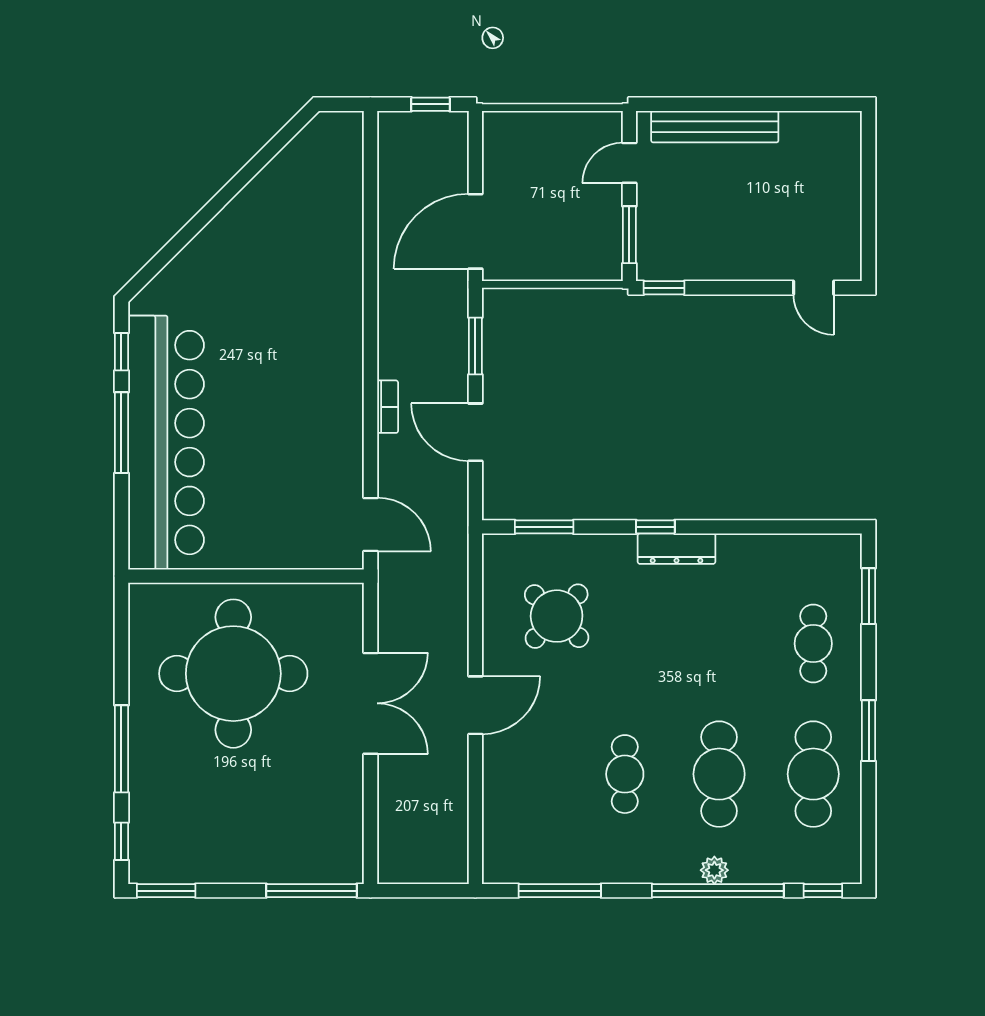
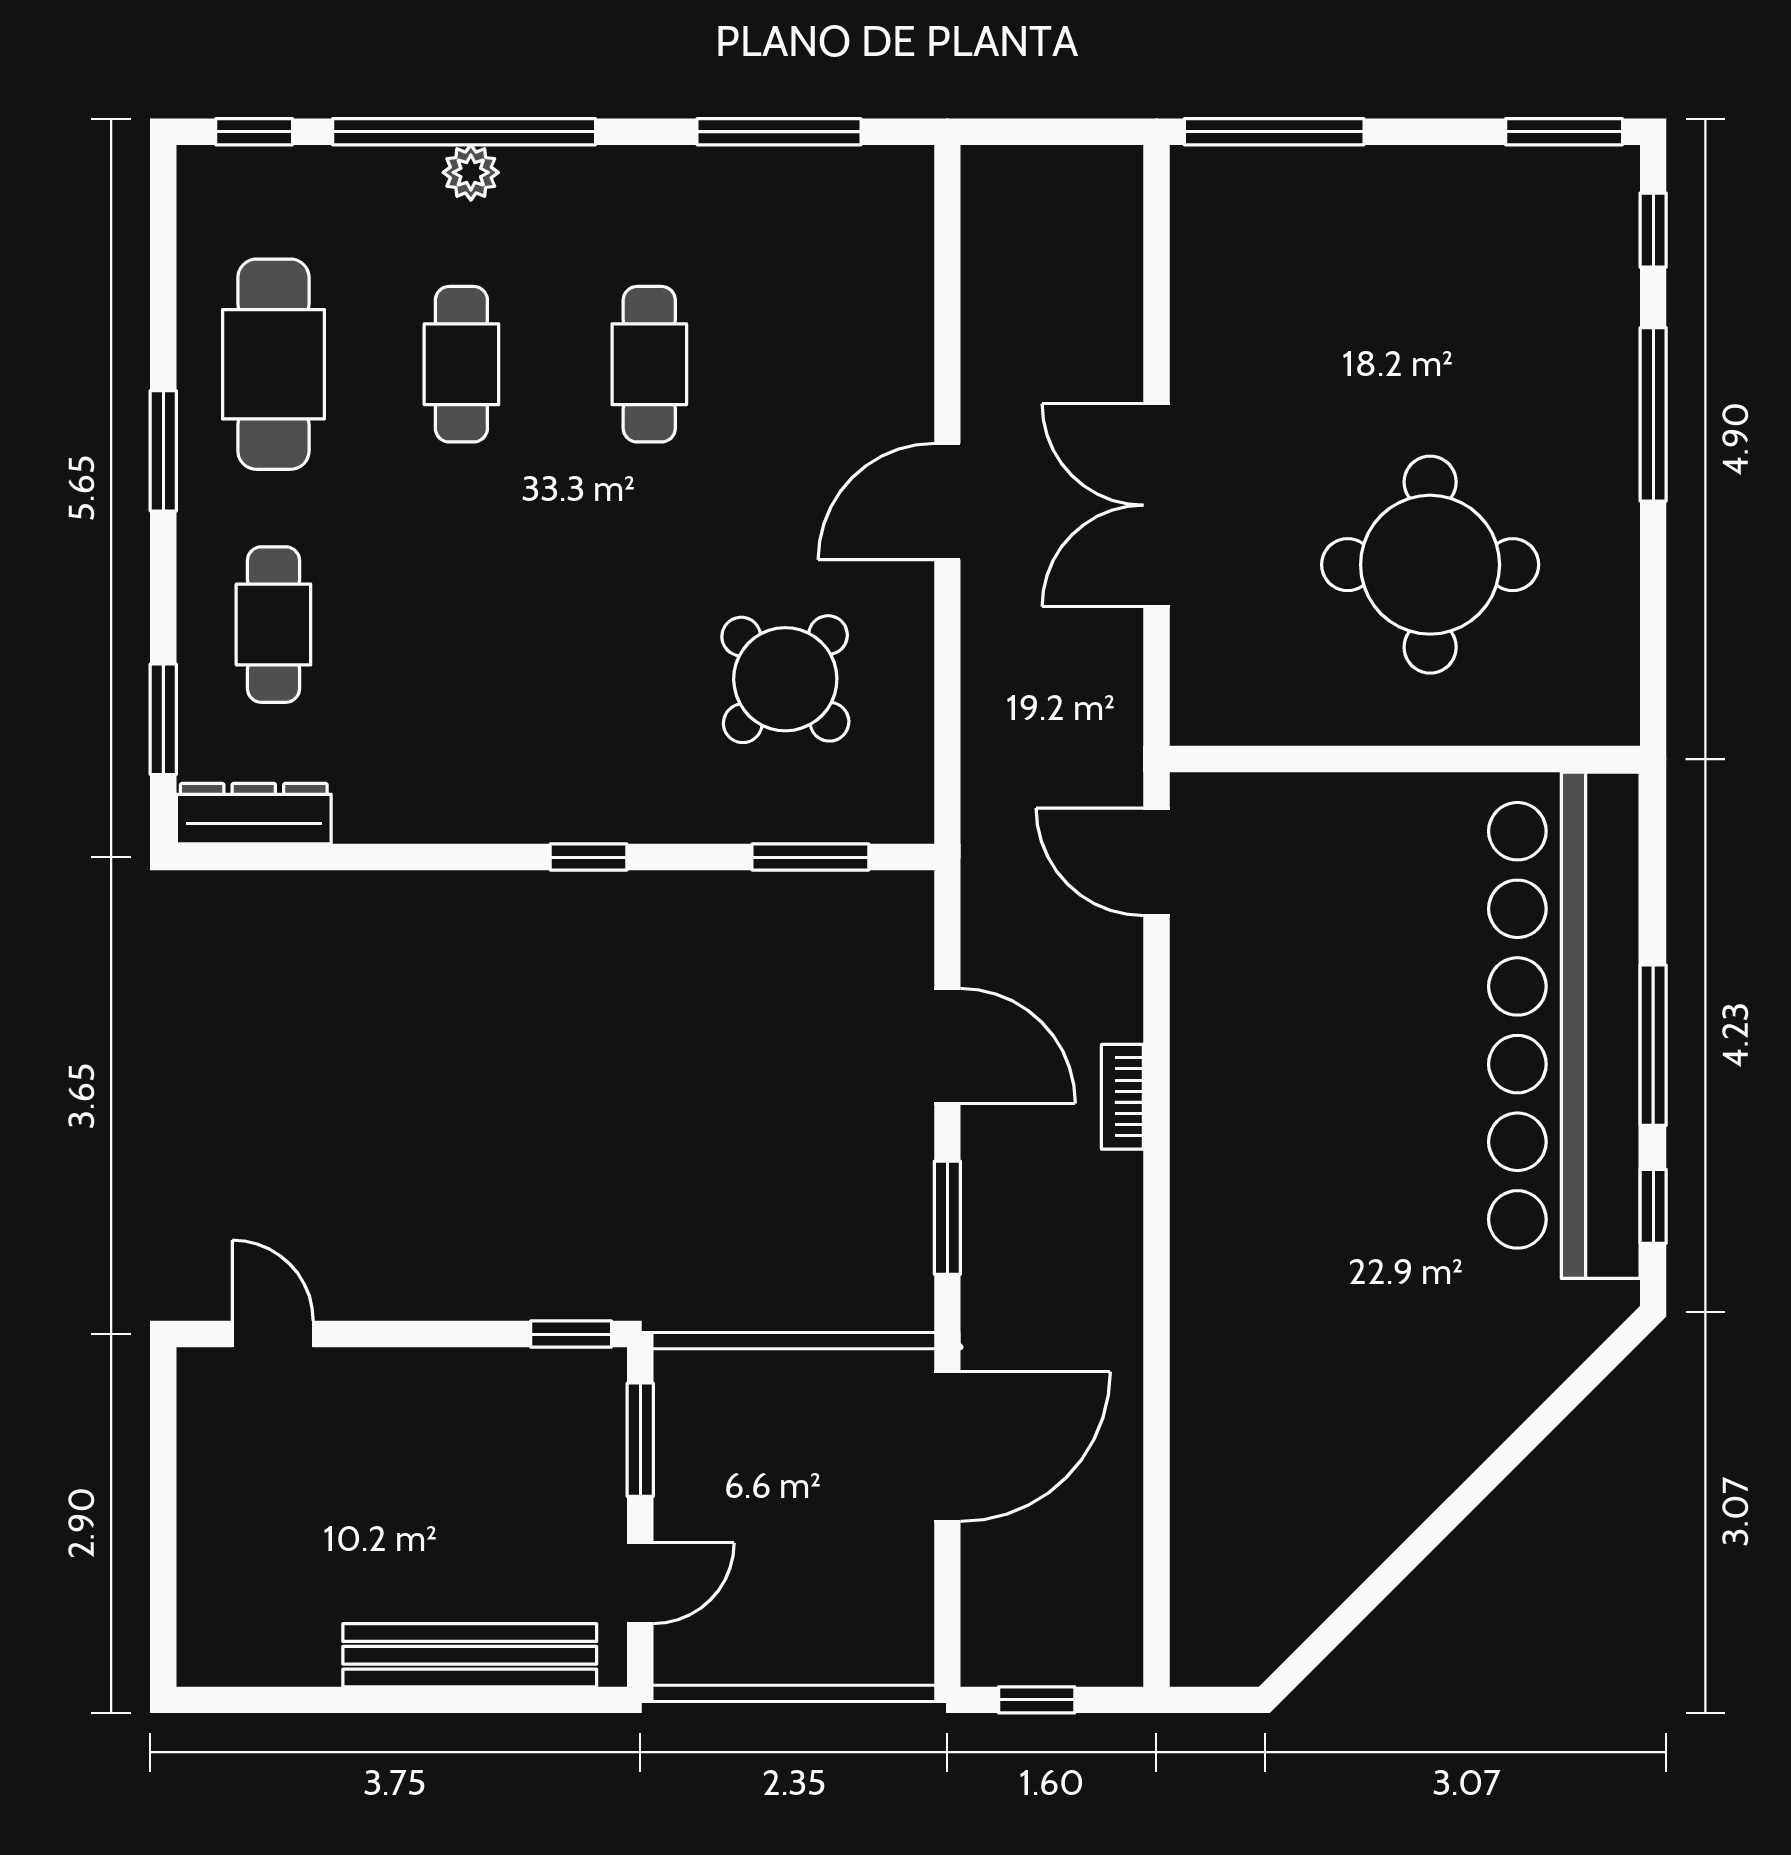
dresser: (677, 549) -> (254, 814), moved
round table: (233, 674) -> (1430, 565), width x0.73, depth x0.73
cafe table: (719, 774) -> (461, 364), width x0.73, depth x0.74

